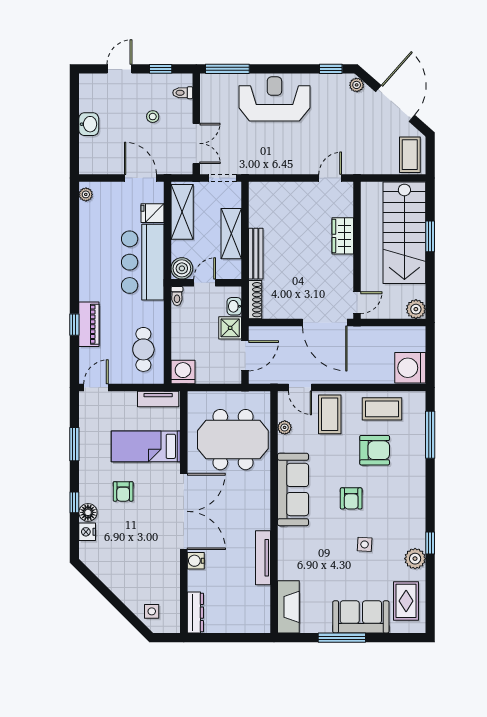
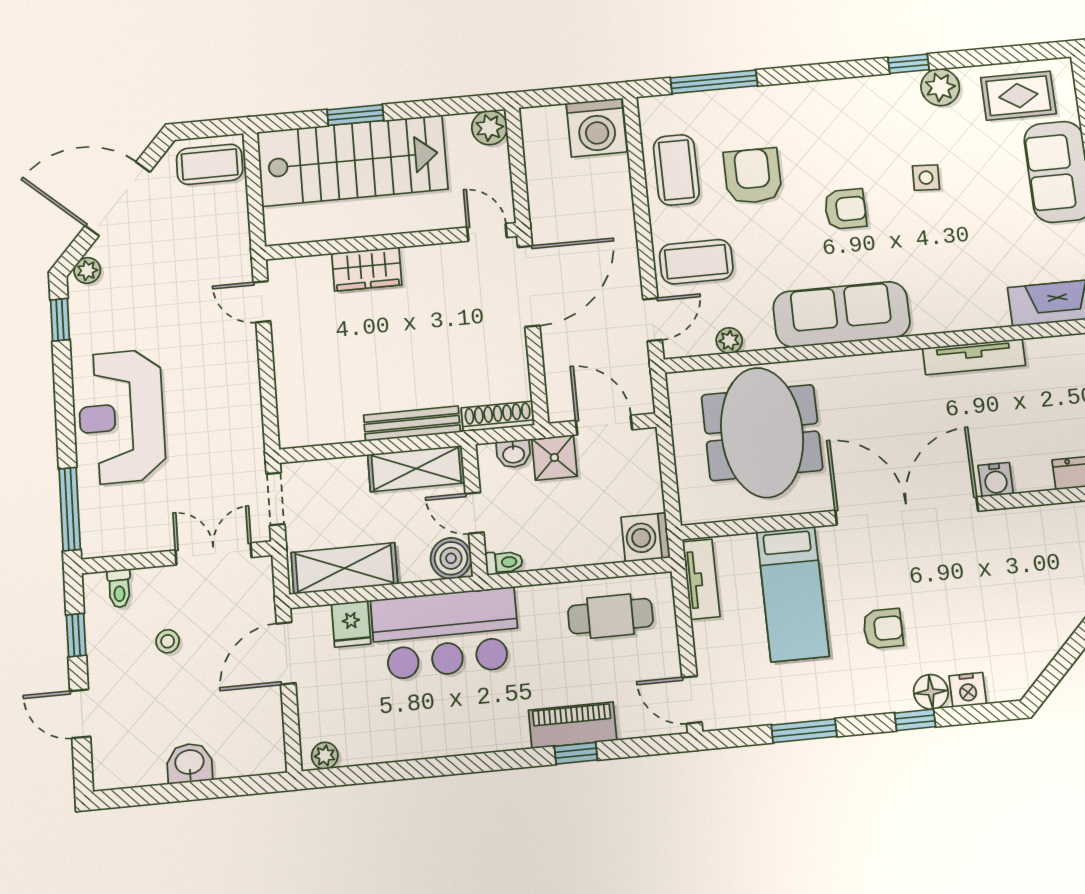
shelving: (231, 234) -> (416, 469), moved

